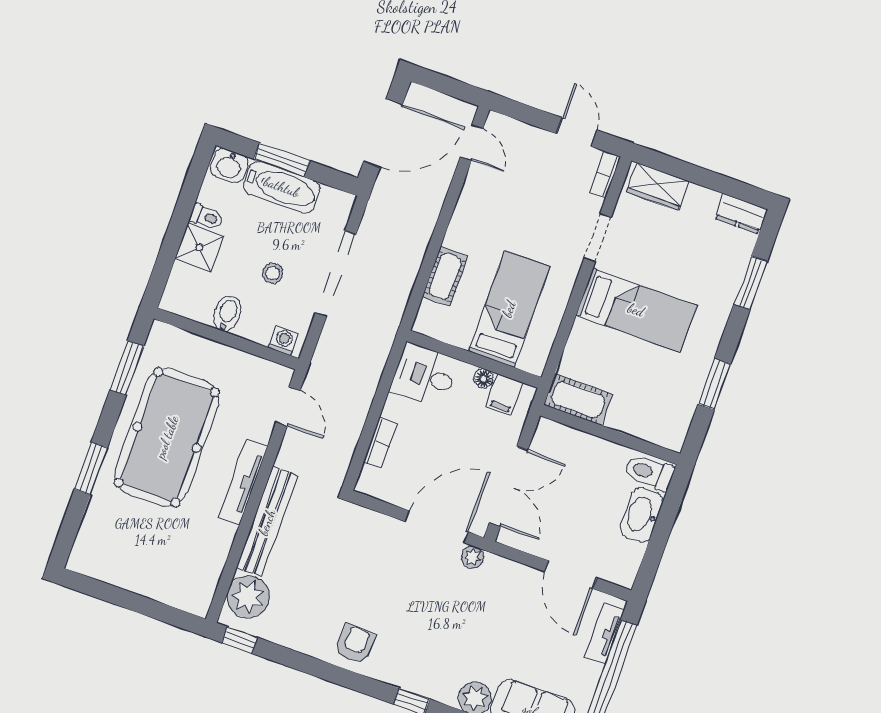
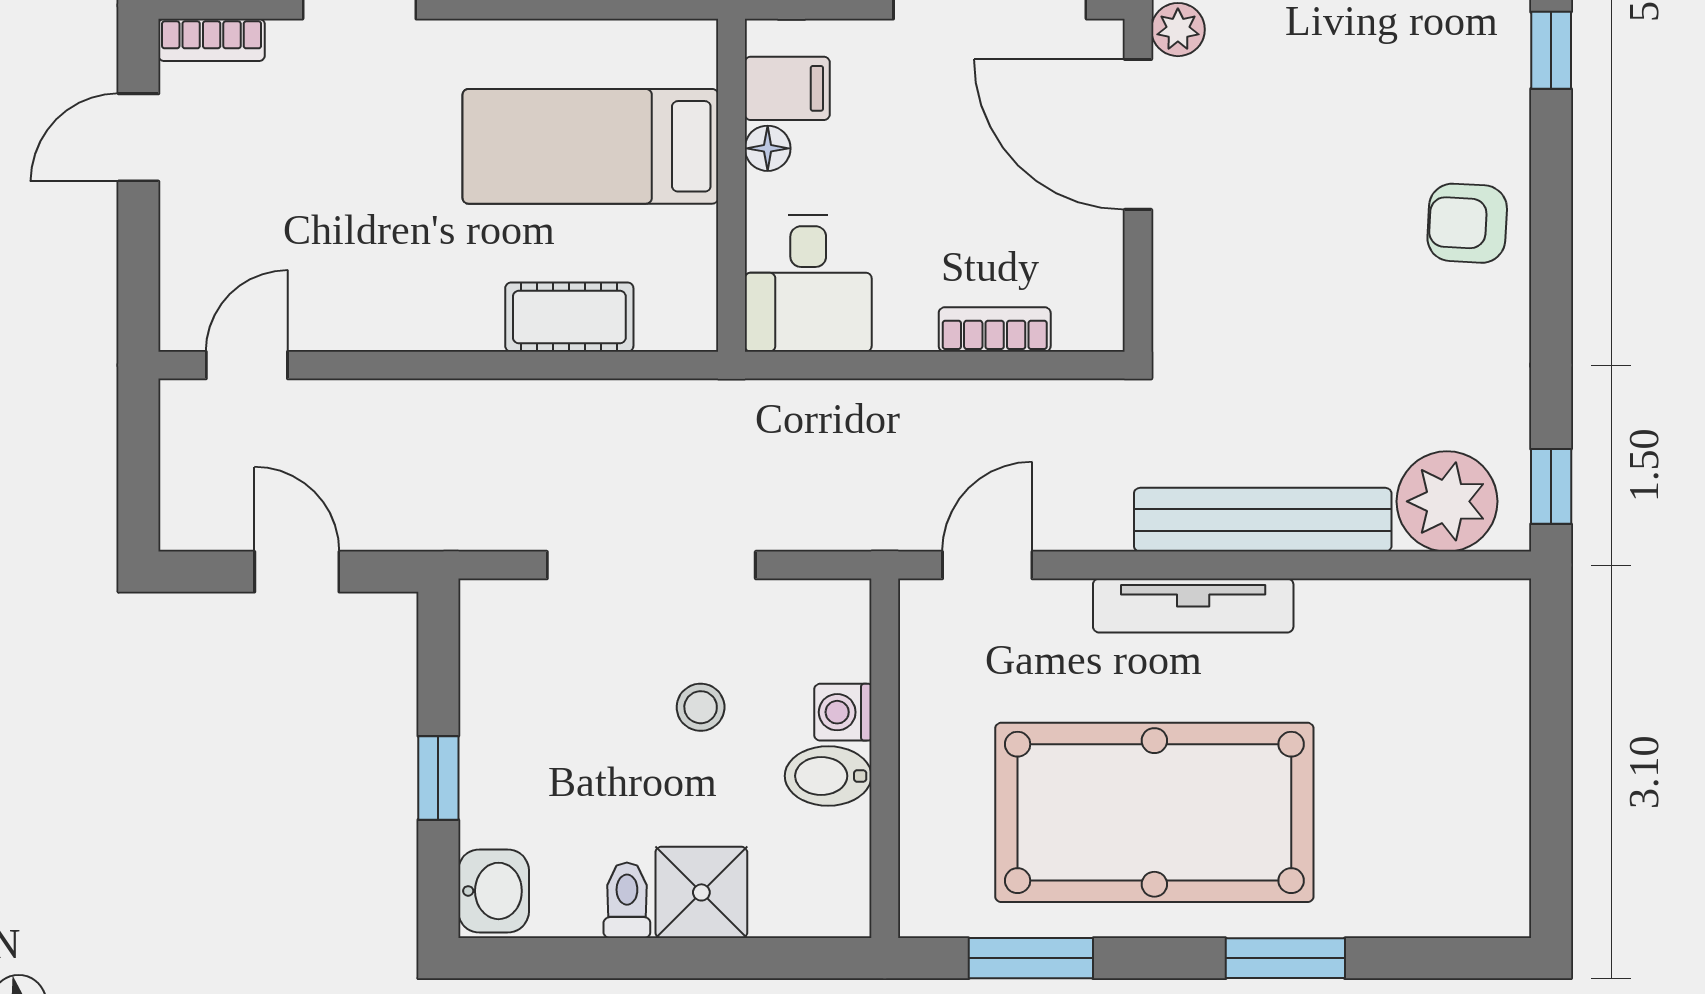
door: (383, 133) -> (297, 572), width x0.53
window: (282, 160) -> (438, 778), width x0.67
bathtub: (282, 187) -> (500, 756), removed
washing machine: (284, 341) -> (843, 712), moved

